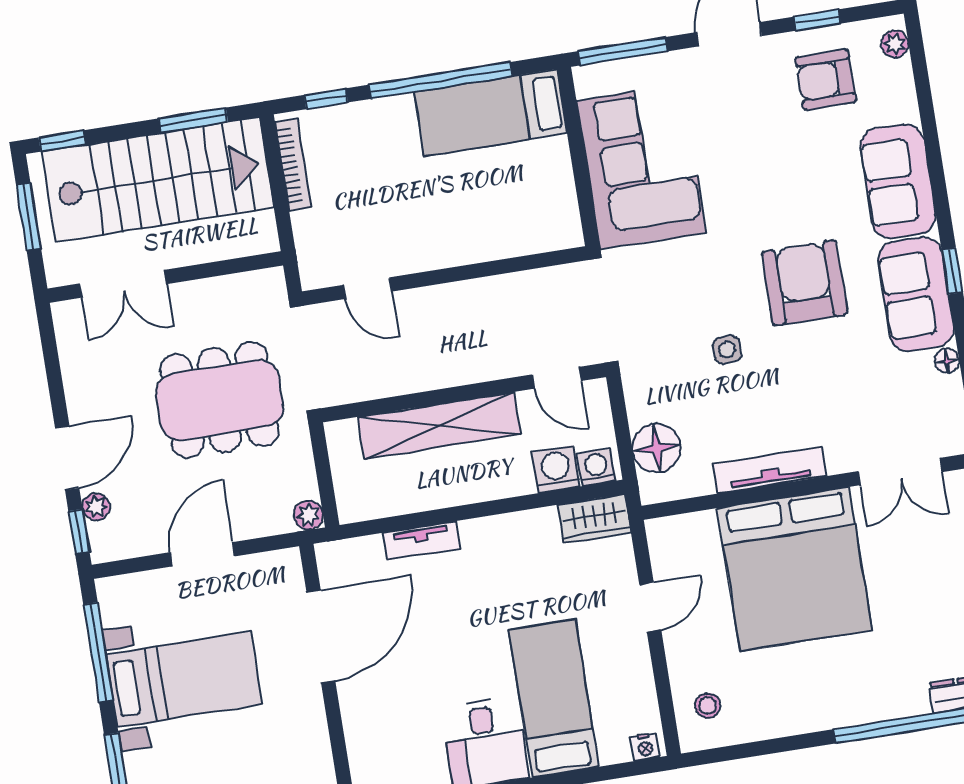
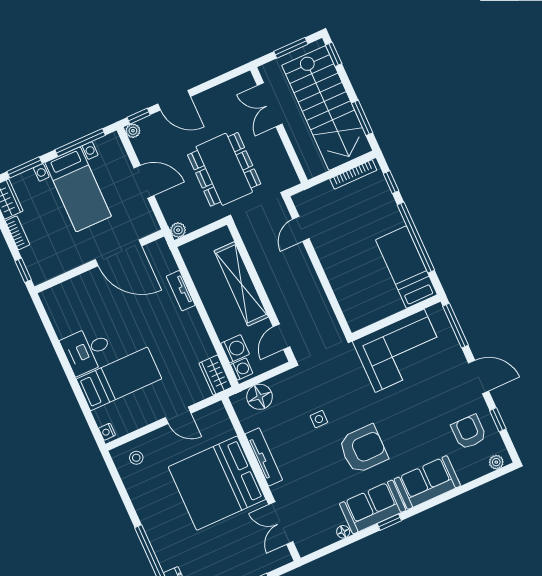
plant: (96, 507) -> (133, 131), moved

